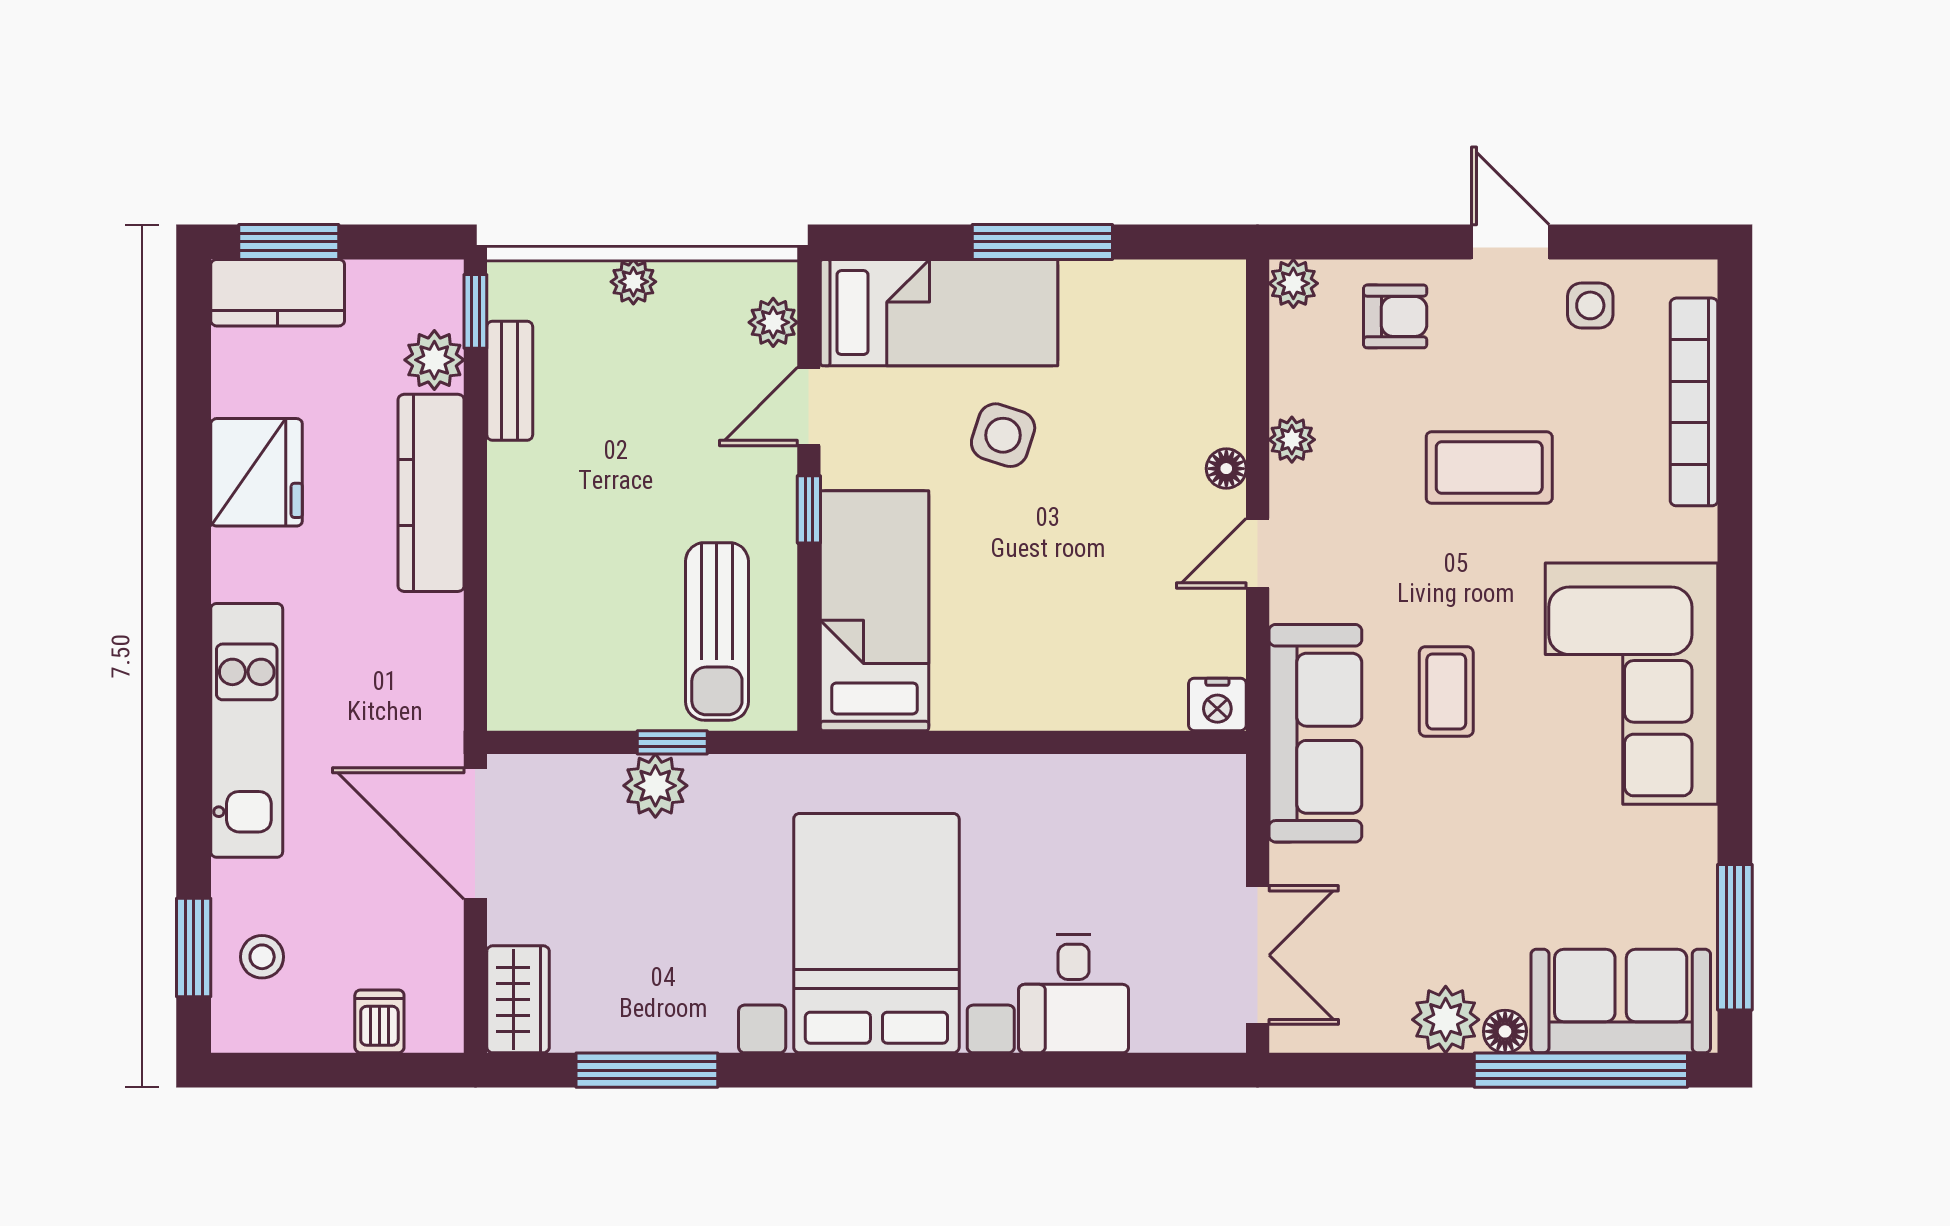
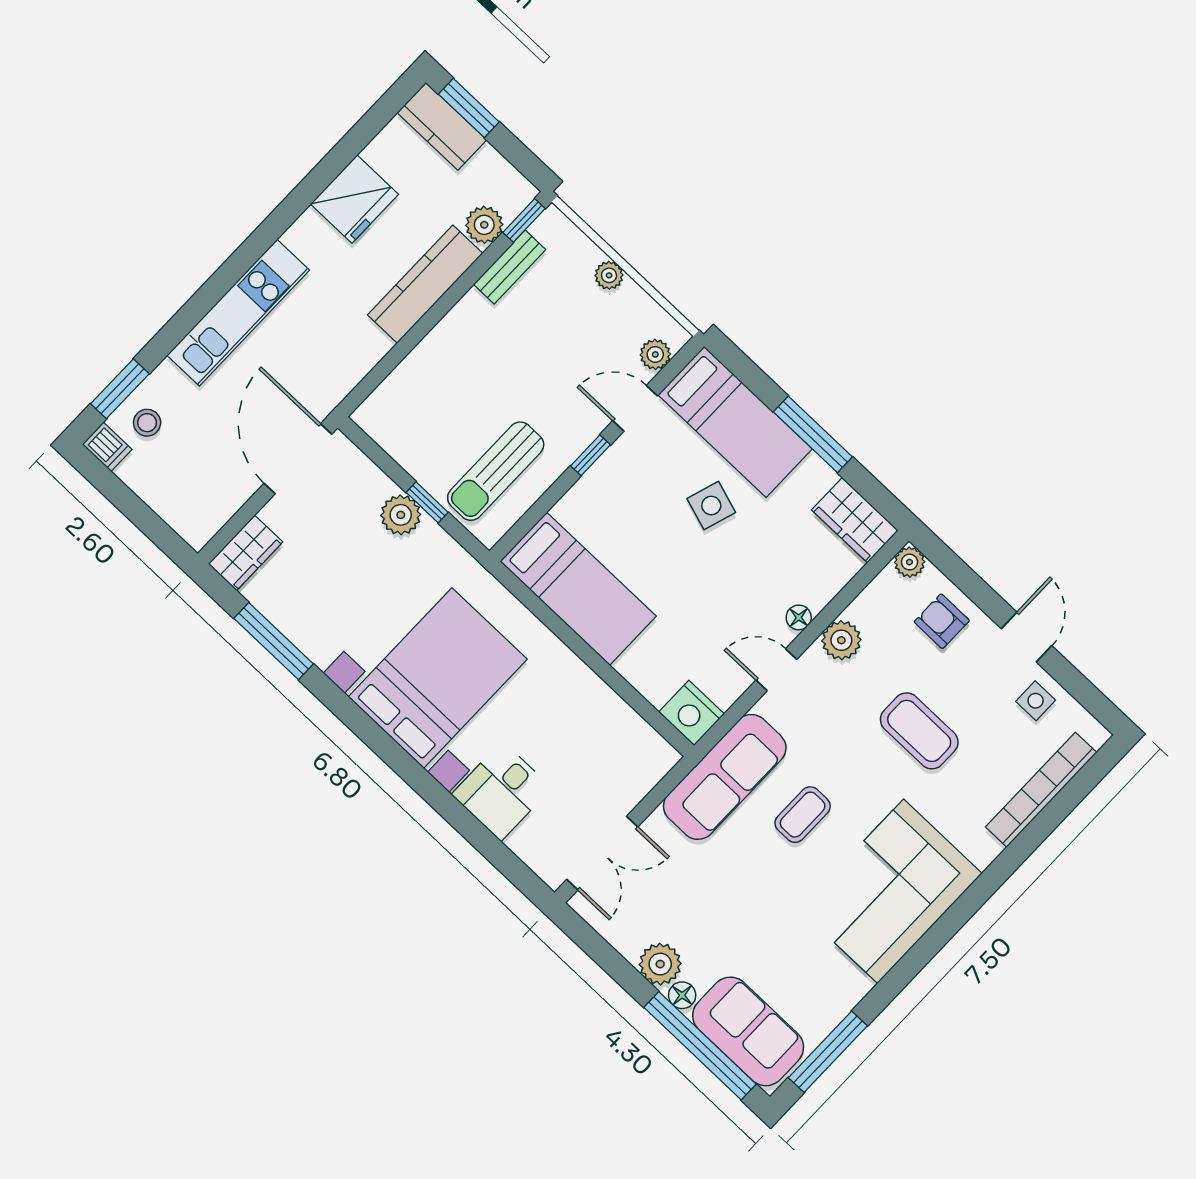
wardrobe: (1185, 295) -> (855, 520), added
armchair: (1395, 316) -> (942, 621), turned 180
plant: (1292, 440) -> (841, 640), width x1.38, depth x1.38
bed: (875, 611) -> (578, 589), moved, turned 90
nightstand: (1217, 704) -> (691, 713), width x1.36, depth x1.33
dishwasher: (379, 1021) -> (107, 447), moved, turned 90

